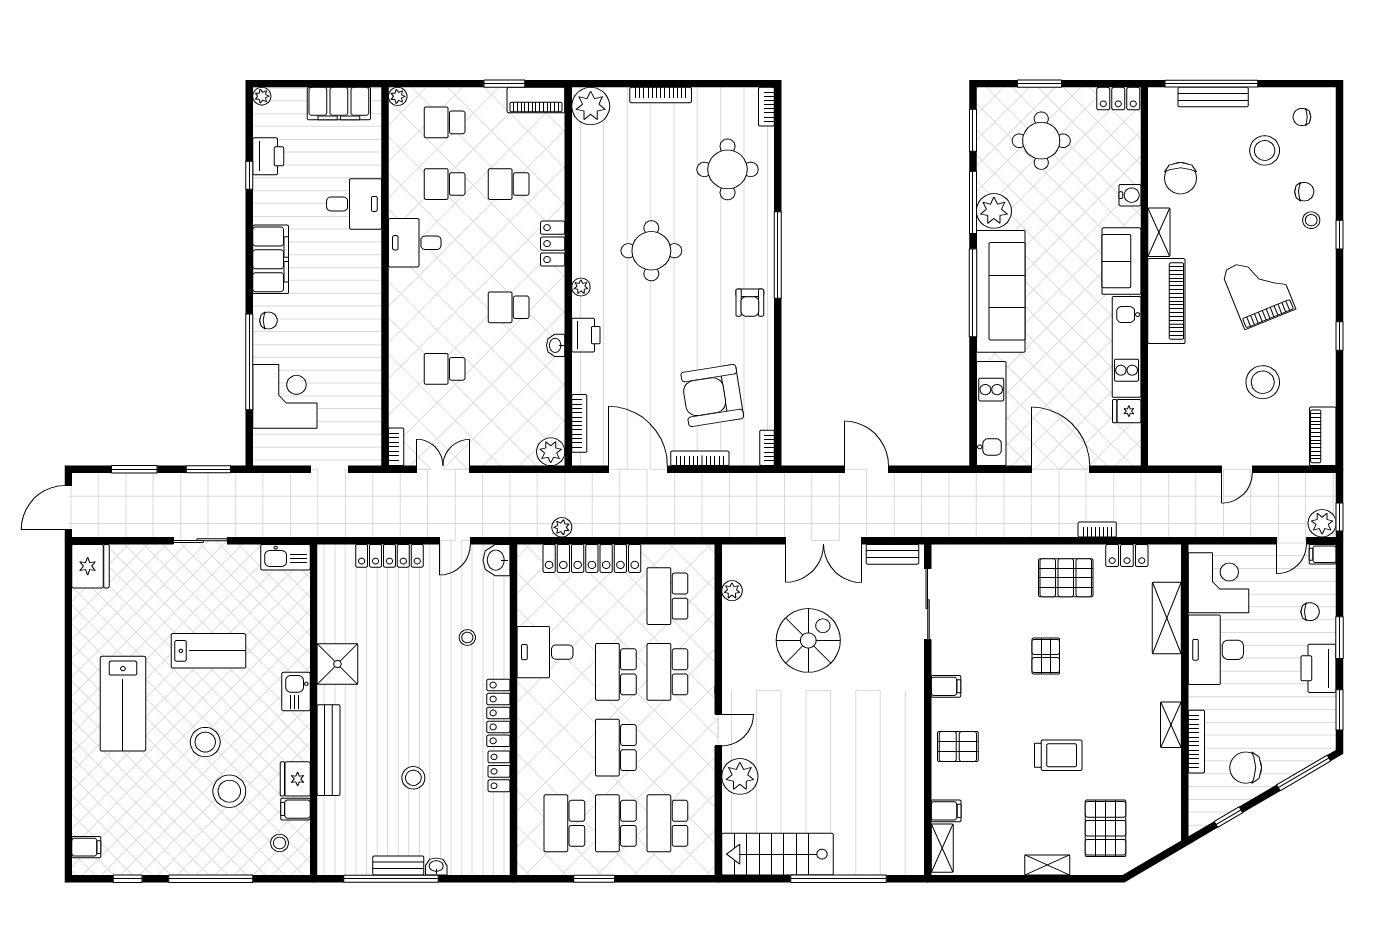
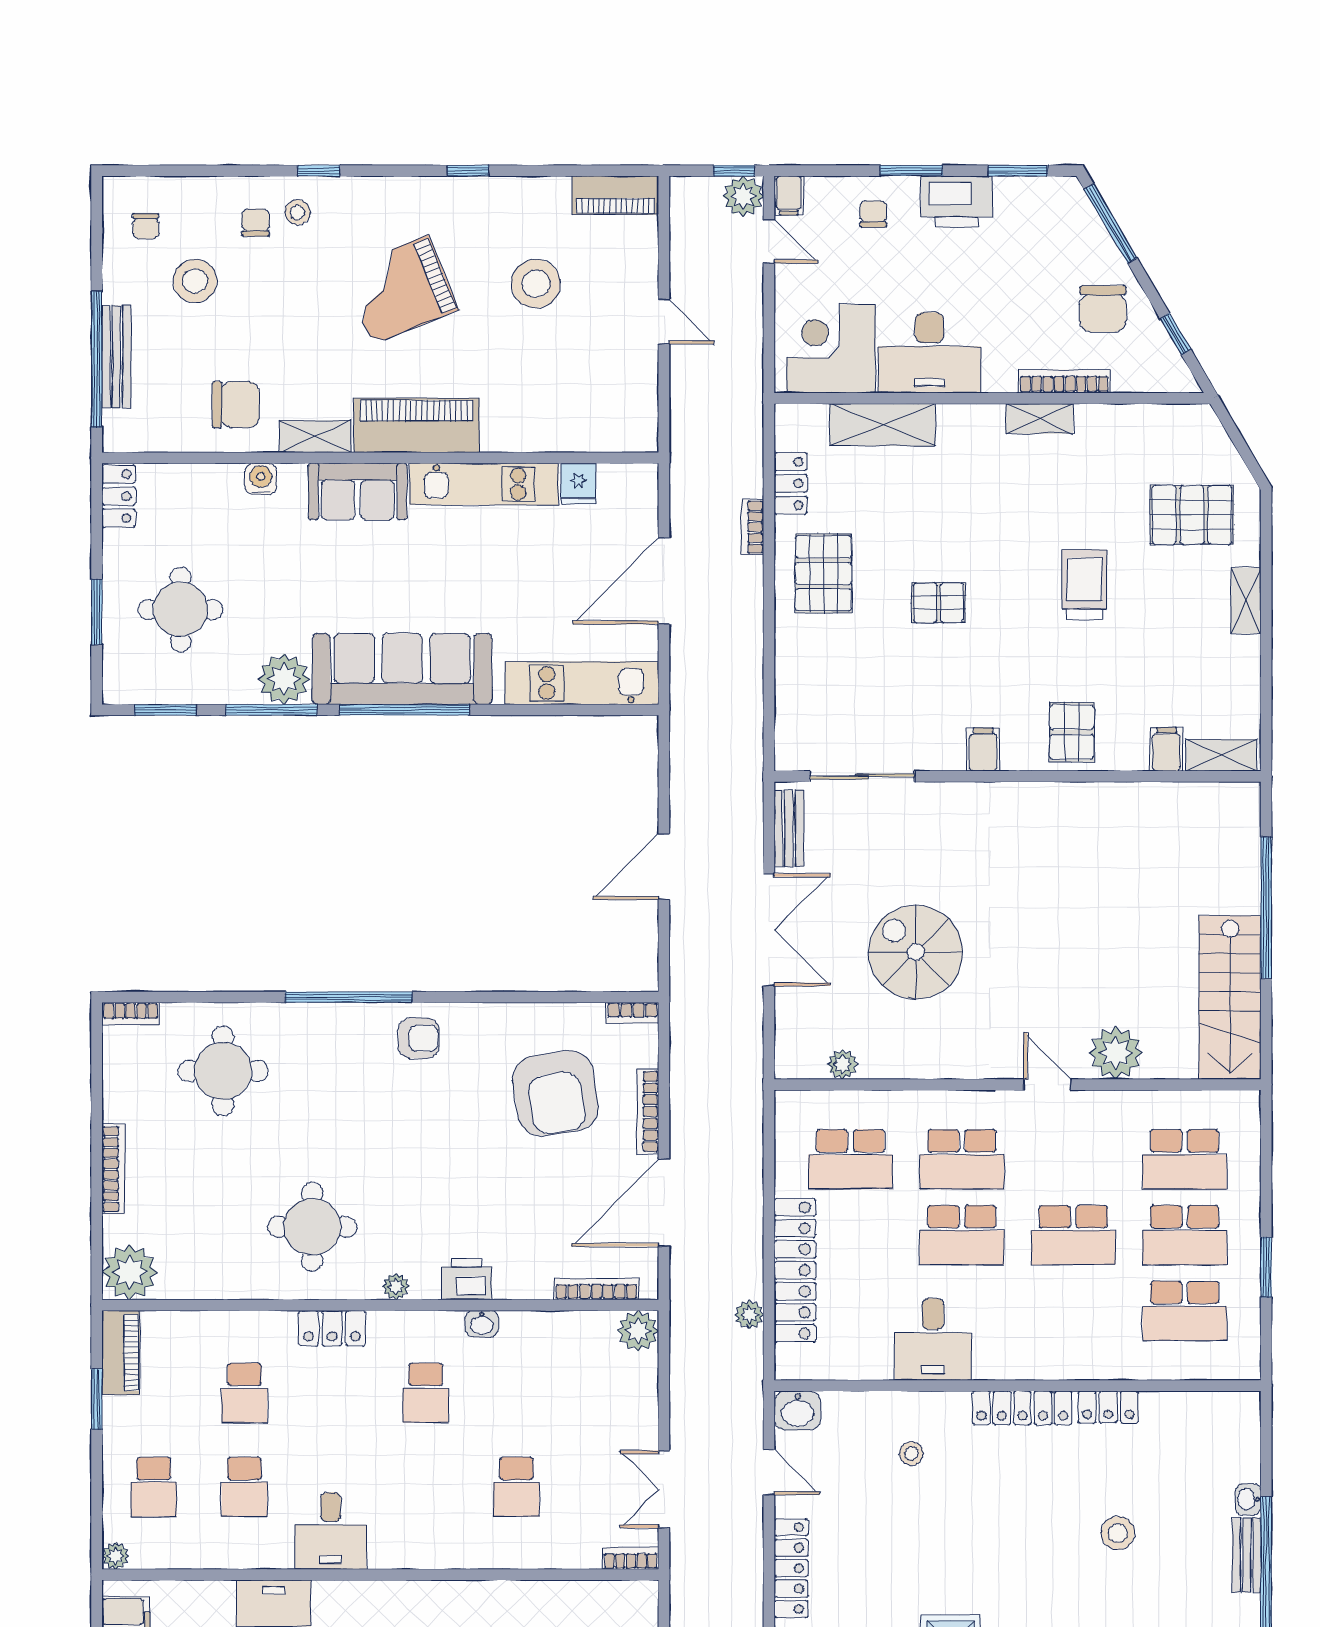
round table: (651, 251) -> (312, 1227), moved

